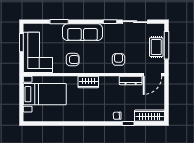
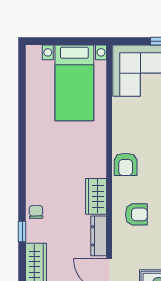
armchair: (73, 60) -> (126, 164), moved
wardrobe: (88, 82) -> (96, 196), moved

